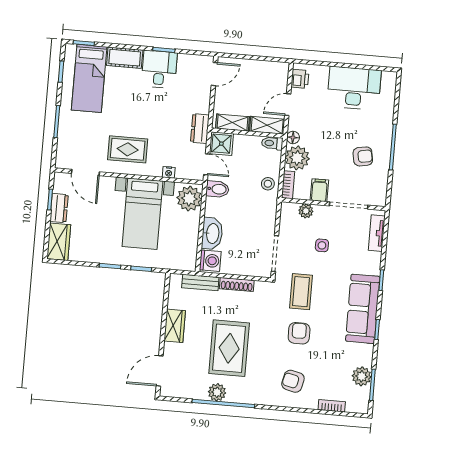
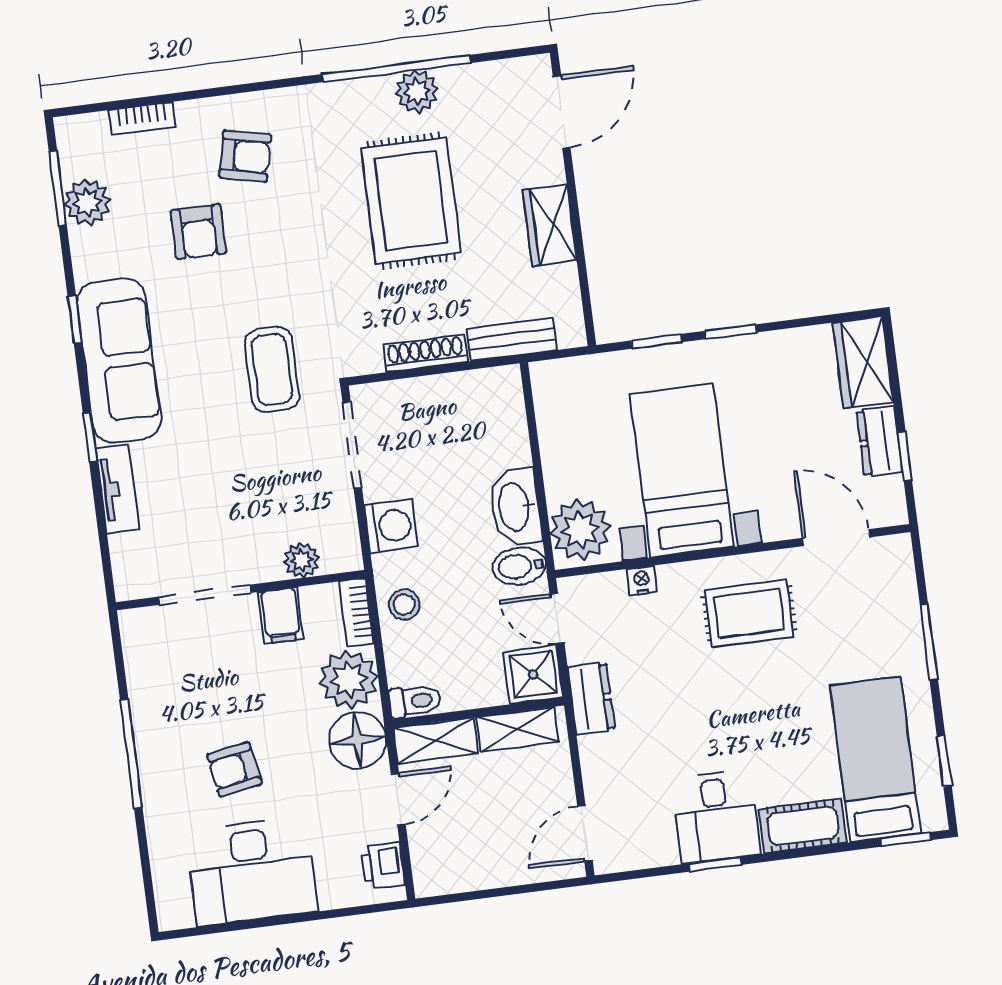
floor lamp: (293, 137) -> (358, 740), width x1.89, depth x1.89
armchair: (363, 156) -> (234, 769), moved
washbasin: (212, 233) -> (515, 507), moved
tv unit: (377, 233) -> (118, 489), moved
side table: (322, 245) -> (247, 488), removed
washing machine: (210, 261) -> (391, 526), moved, turned 180
armchair: (299, 333) -> (198, 232), moved

